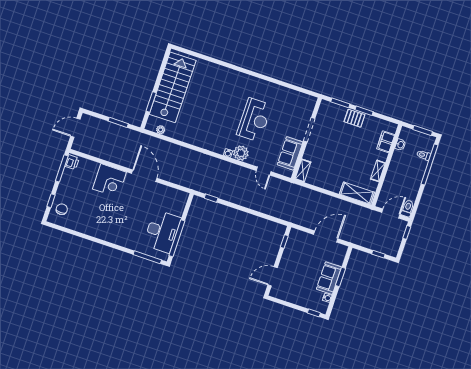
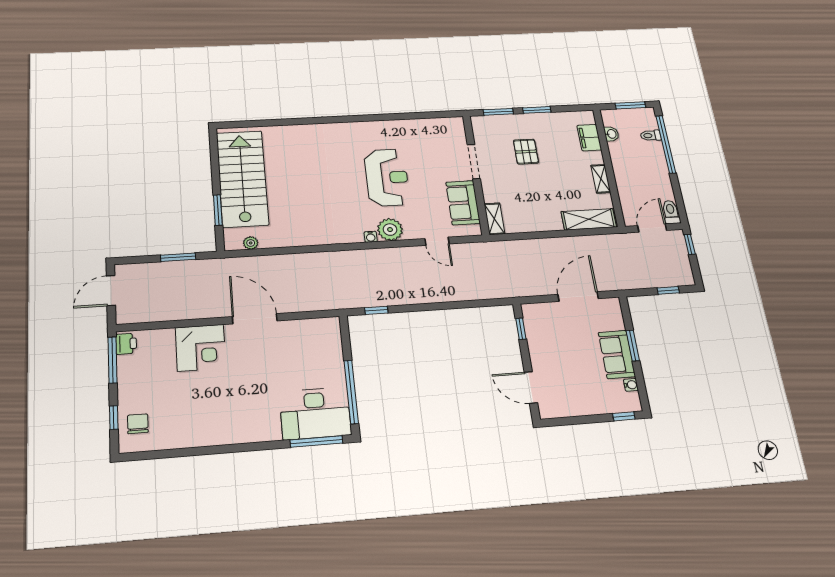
pallet: (354, 118) -> (526, 152), moved, turned 90
desk: (162, 231) -> (315, 413), moved, turned 90
door: (273, 276) -> (531, 388), hinge flipped

